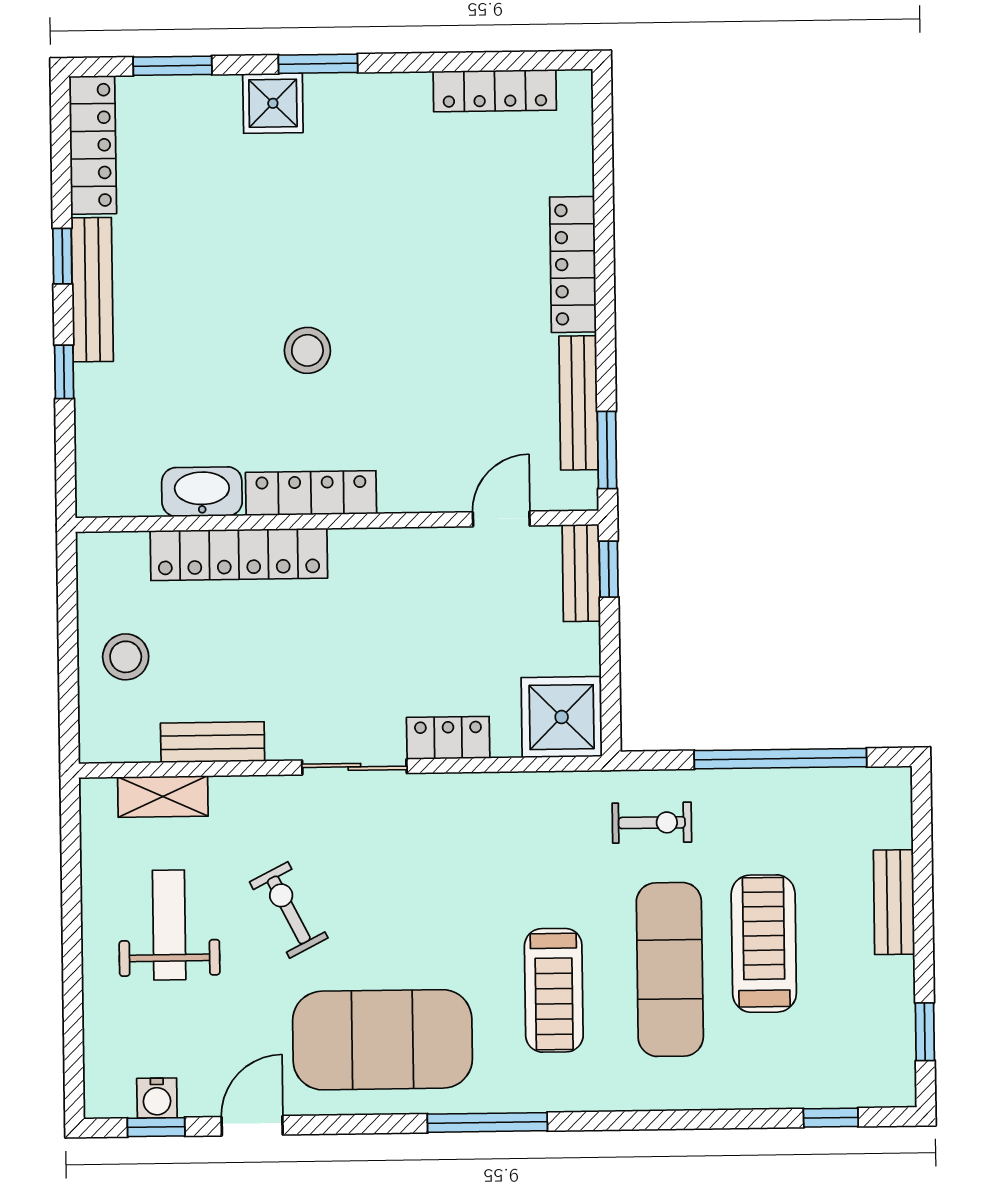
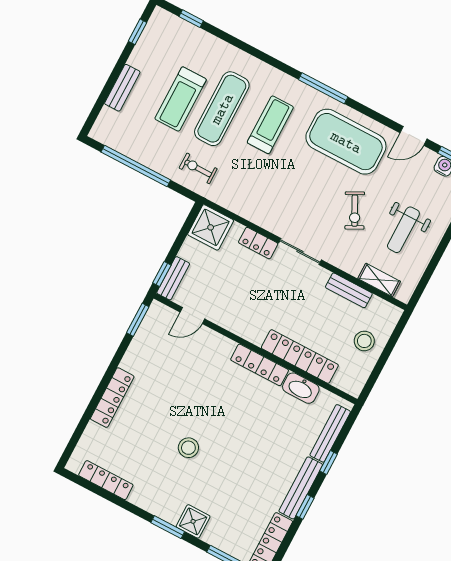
stool: (307, 350) -> (188, 448), moved
bench: (579, 403) -> (330, 433), moved

